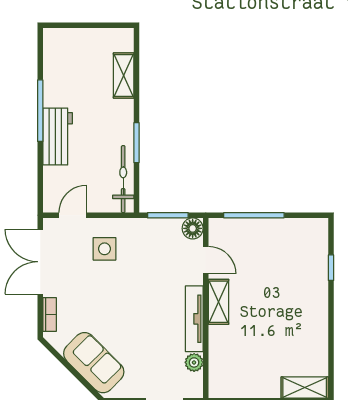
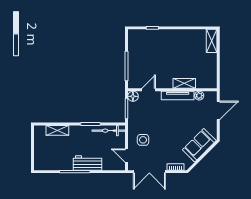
shelving: (219, 302) -> (184, 83), moved

